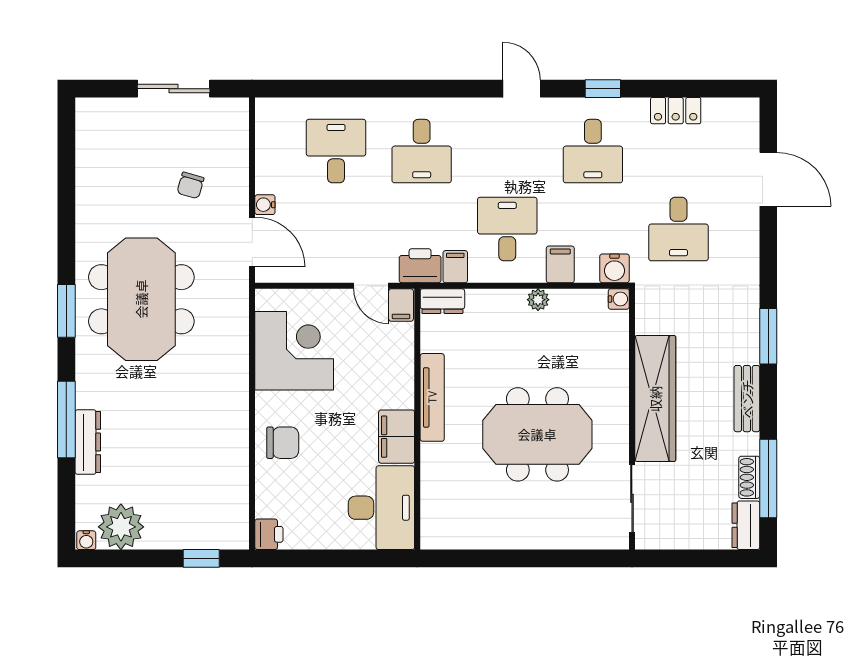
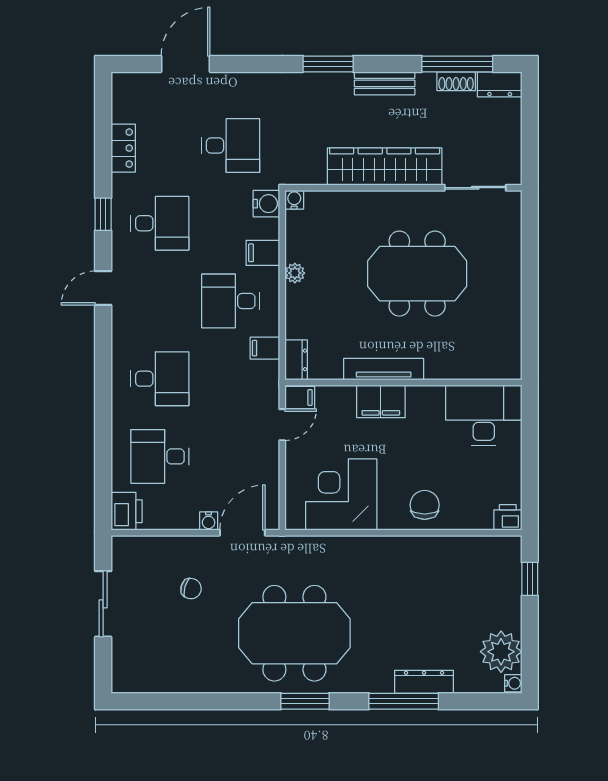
printer: (420, 266) -> (127, 511), moved, turned 180
meeting table: (537, 434) -> (417, 274), turned 90
filing cabinet: (397, 437) -> (381, 401), moved

